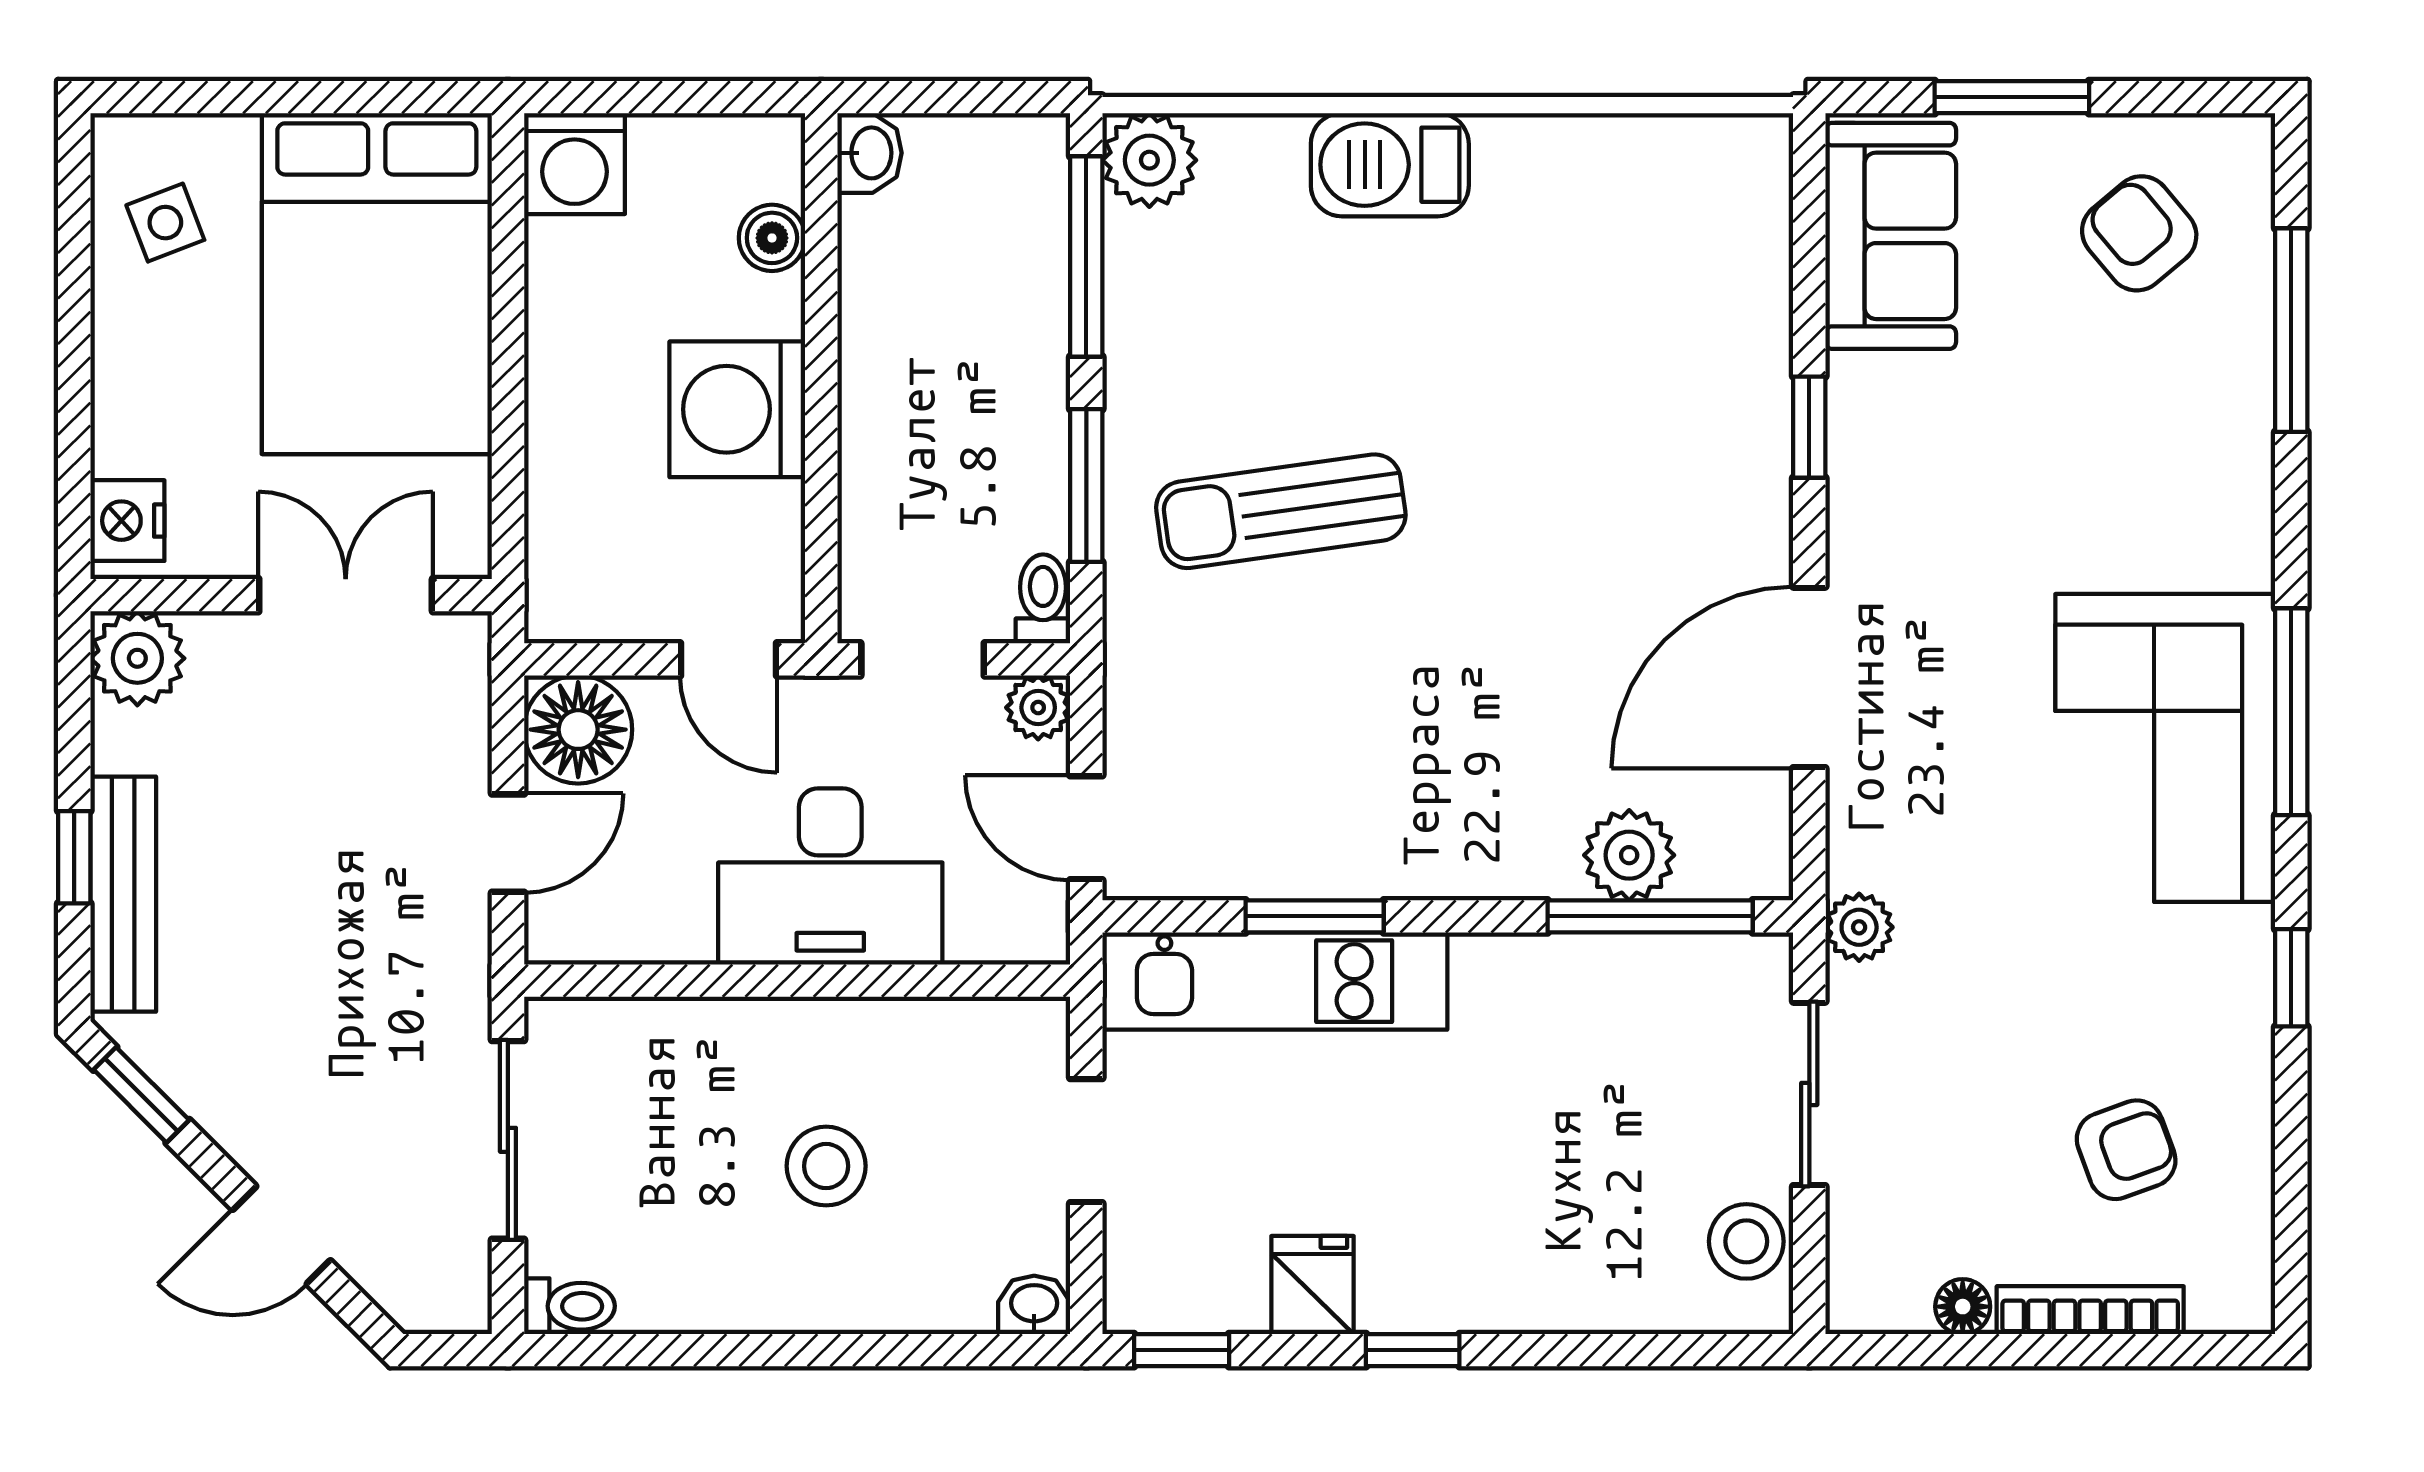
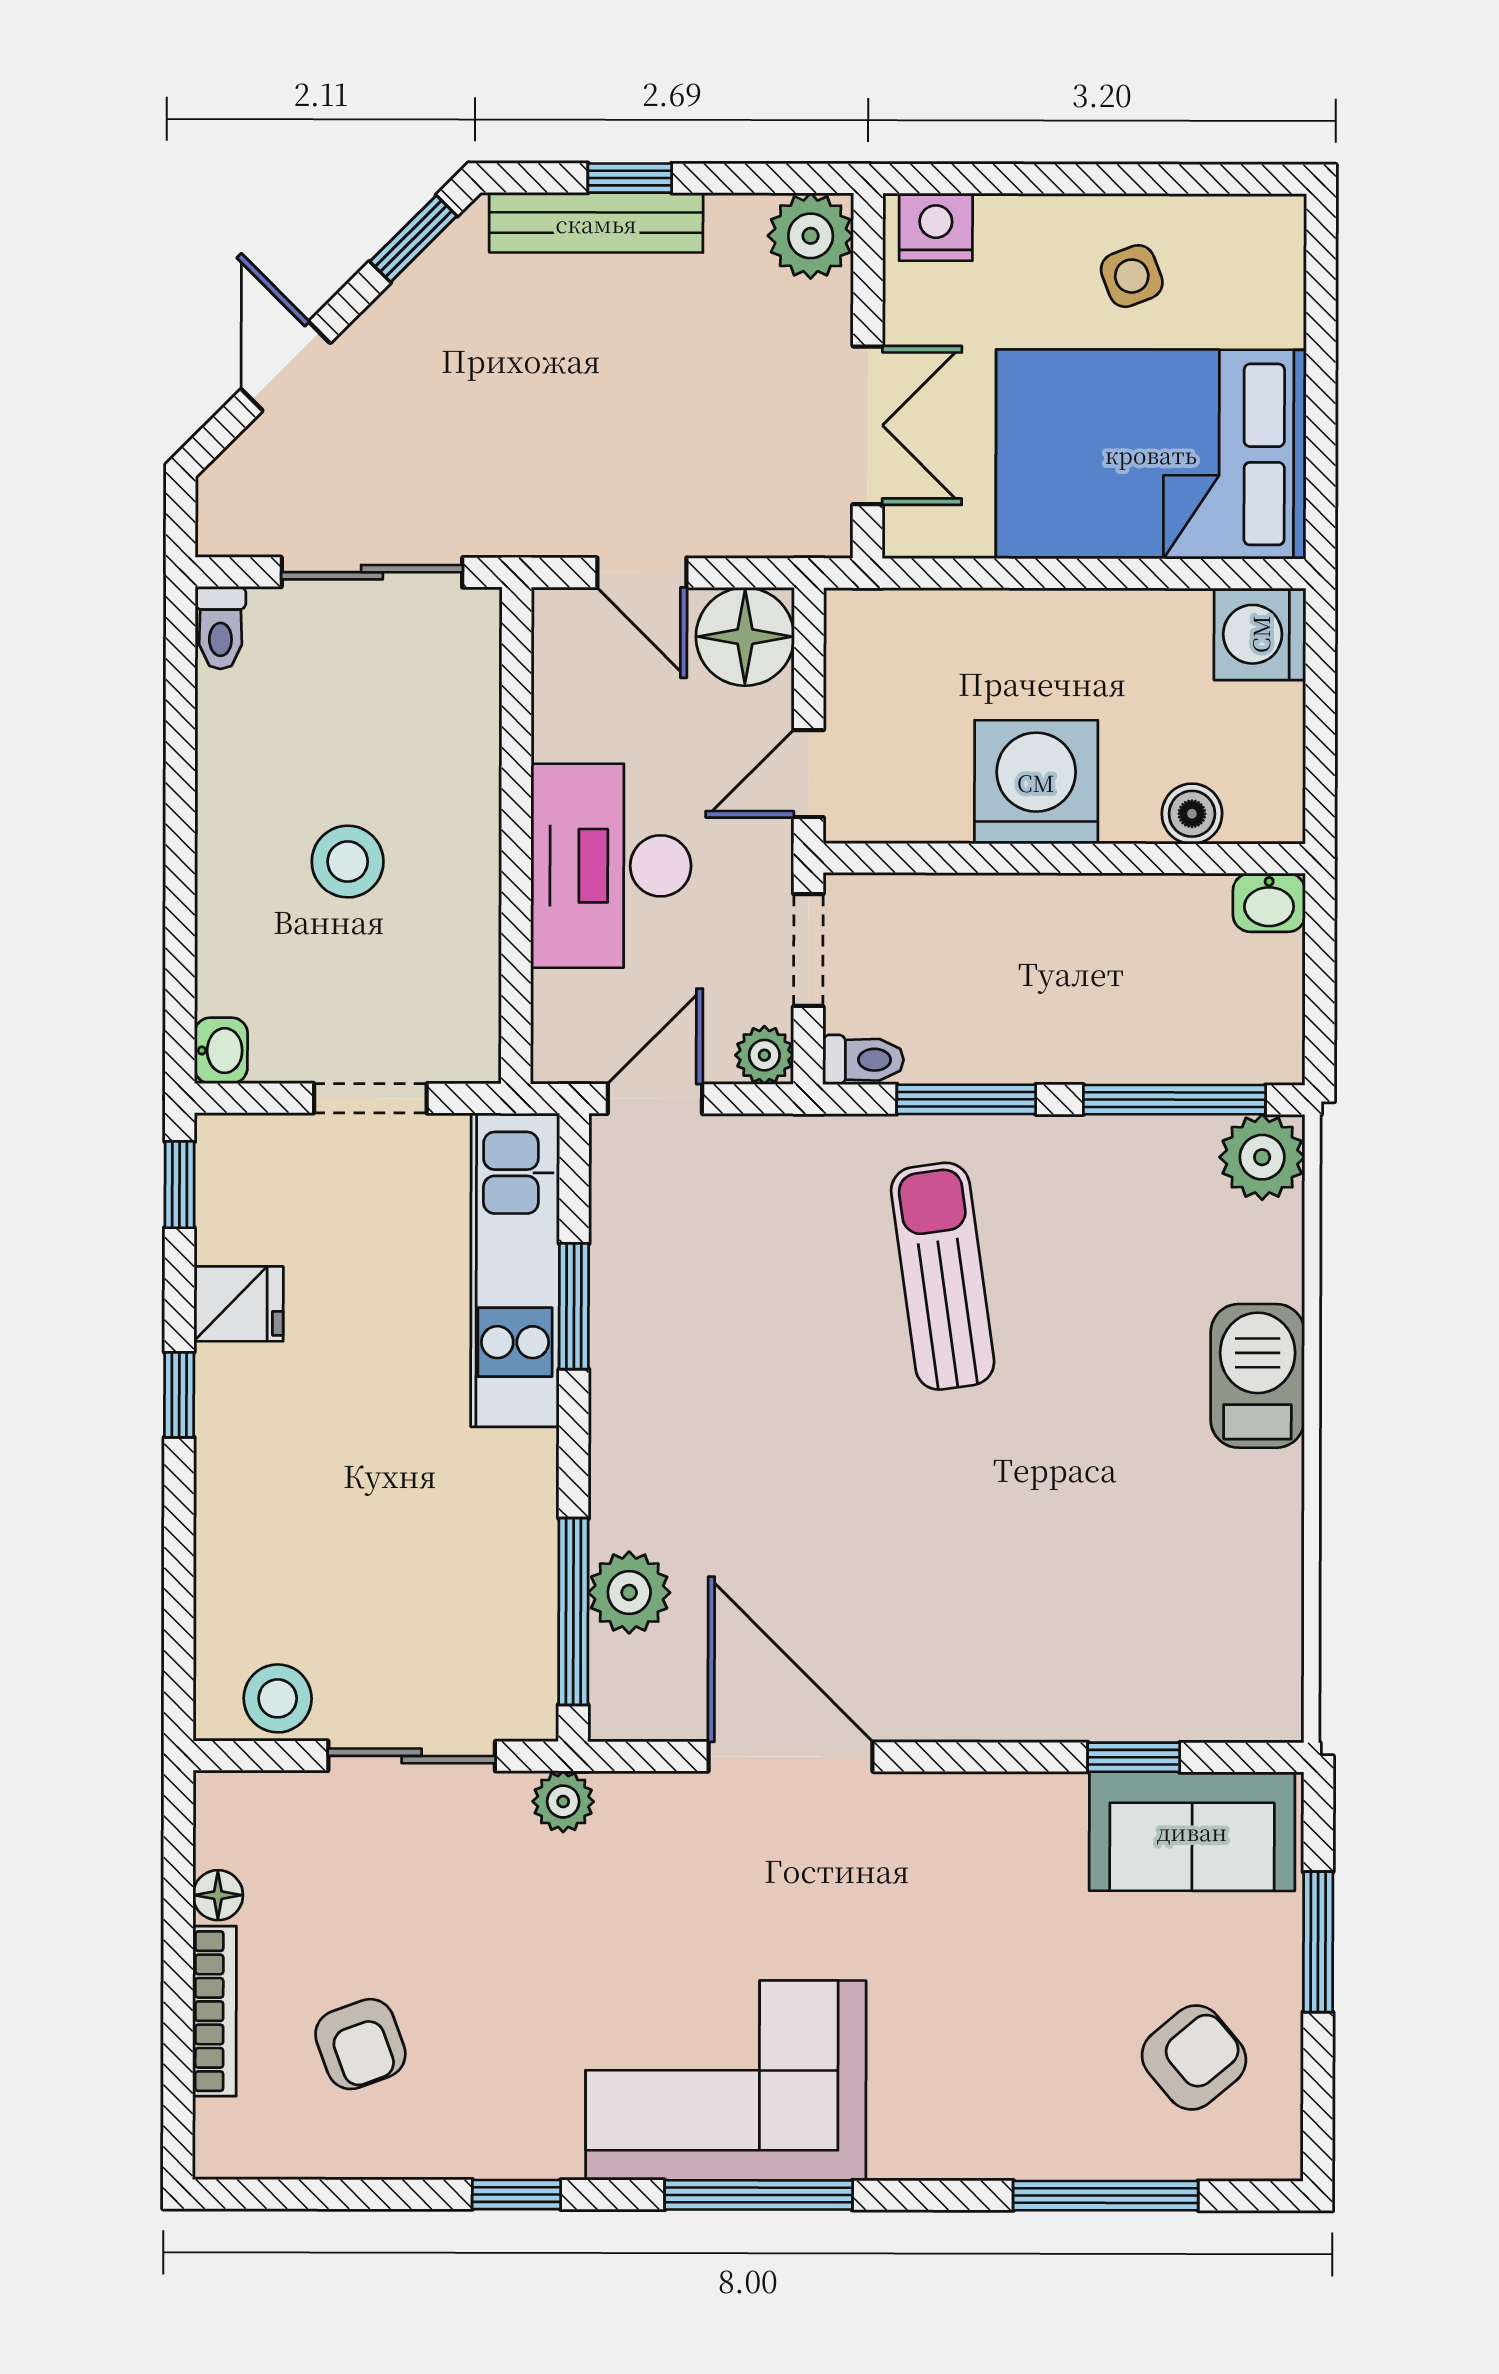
side table: (165, 223) -> (1132, 276), moved
window: (1809, 427) -> (1134, 1757), moved

